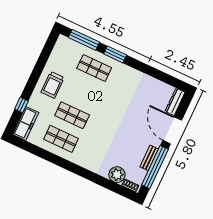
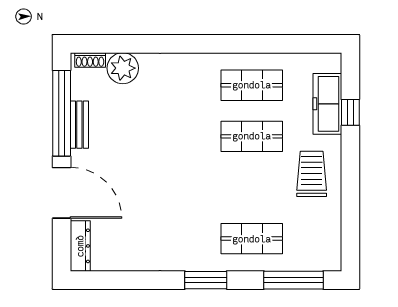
window: (115, 54) -> (206, 280), moved
freezer: (26, 123) -> (327, 104), moved

